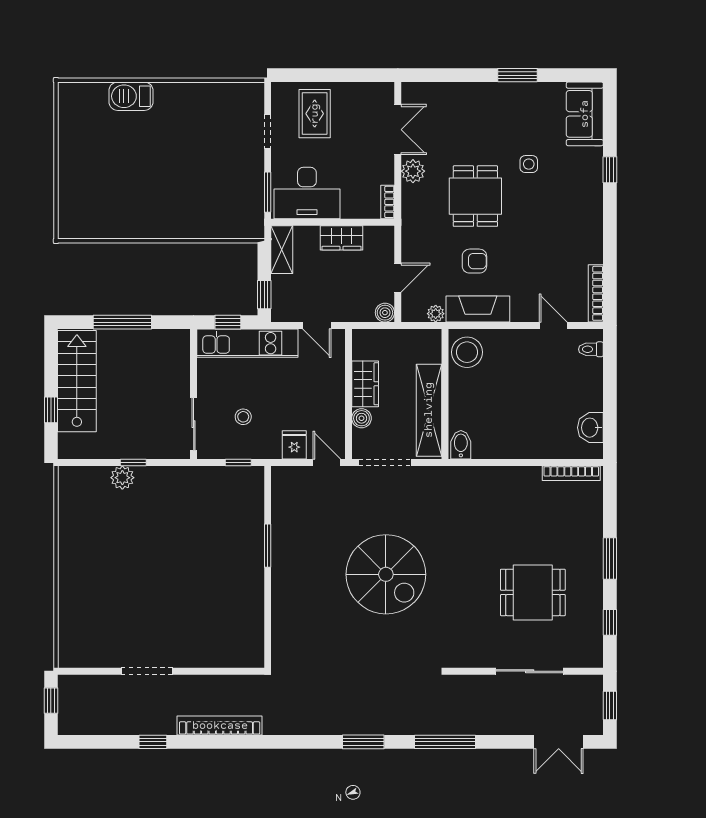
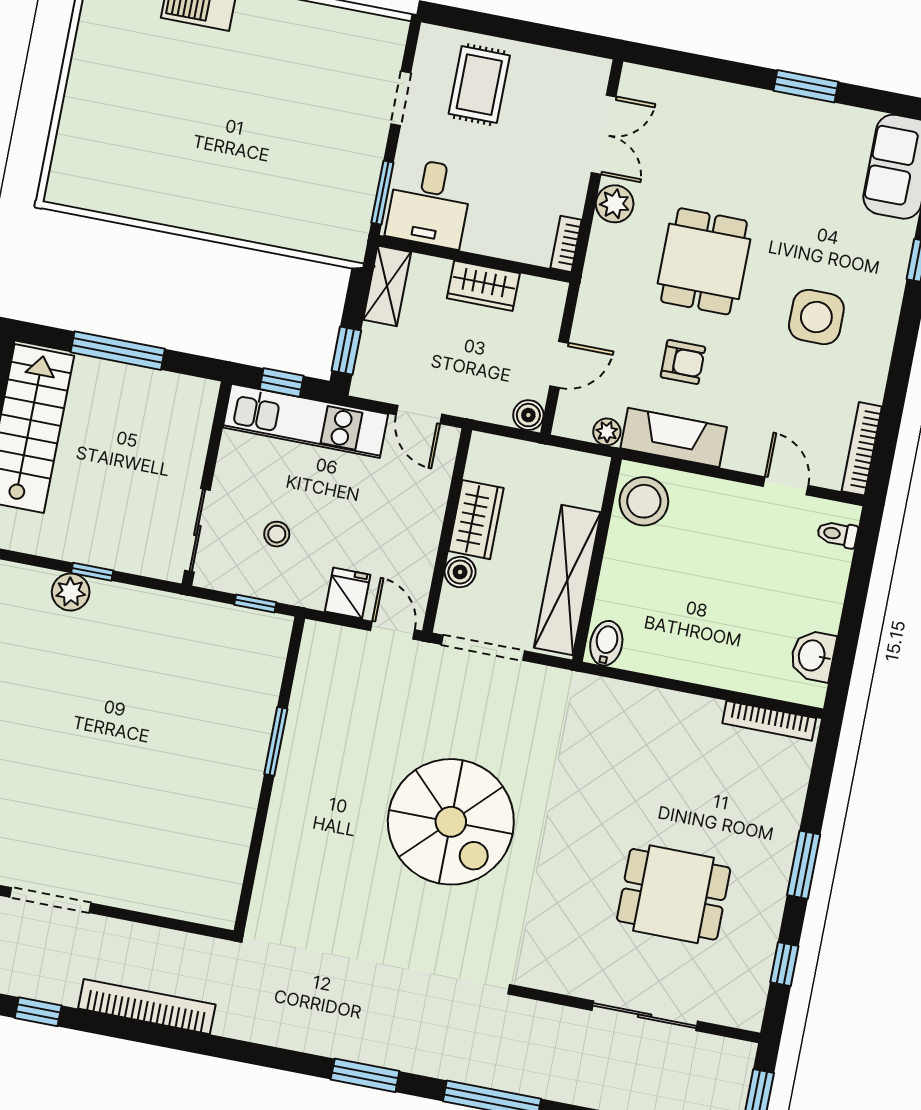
side table: (529, 164) -> (816, 317), moved, width x1.87, depth x1.87
desk: (307, 193) -> (429, 203), width x0.73

